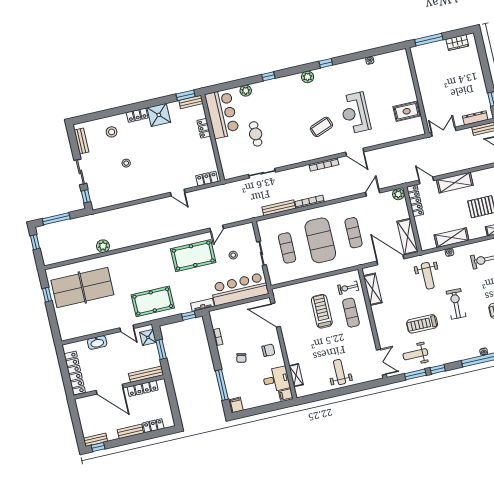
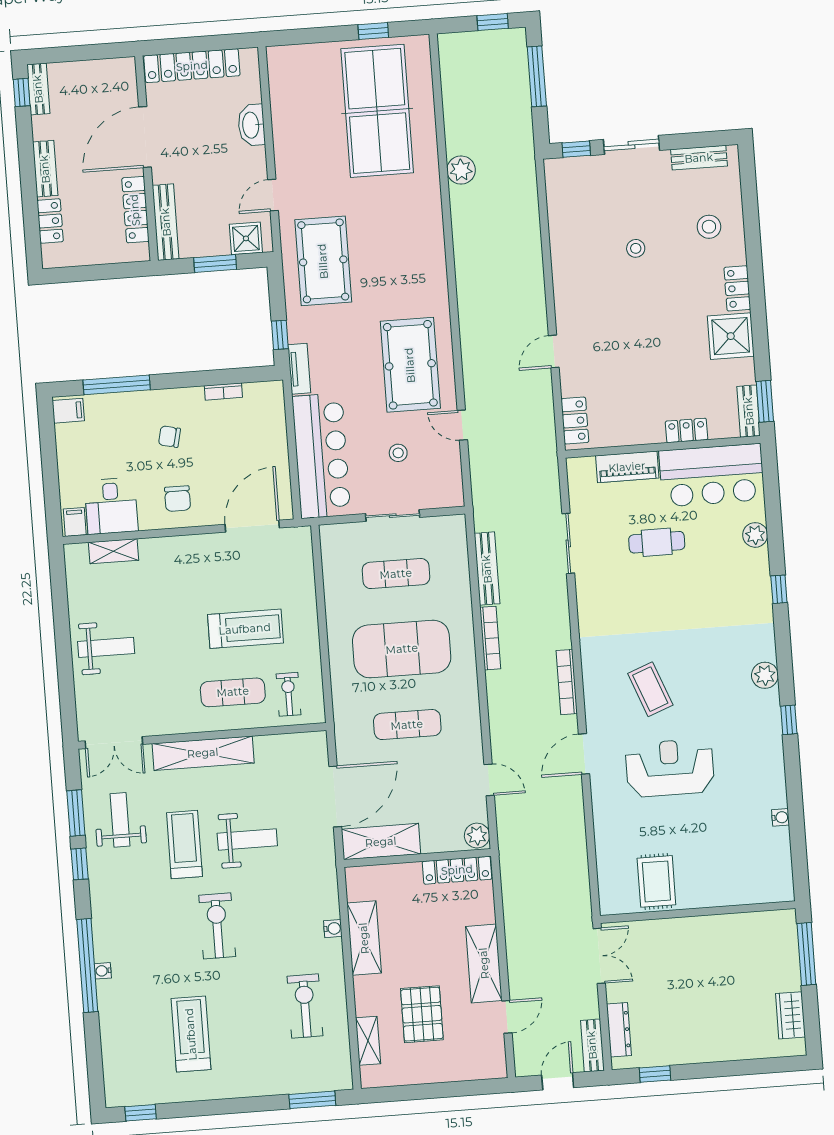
piano: (224, 152) -> (627, 467), added
door: (426, 180) -> (507, 1017), moved
weight bench: (428, 276) -> (247, 839), moved, turned 180
shelving: (373, 289) -> (203, 753), moved, width x1.47
exercise bike: (456, 304) -> (217, 926), turned -92

